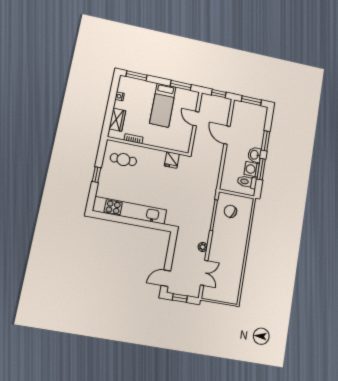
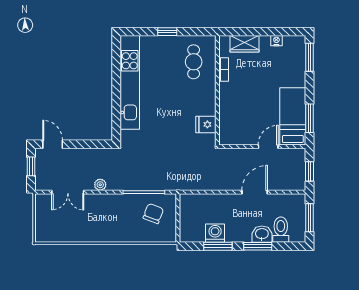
bed: (163, 105) -> (293, 116), moved, turned 90
washbasin: (255, 155) -> (262, 234), moved
toilet: (247, 182) -> (281, 230), moved

